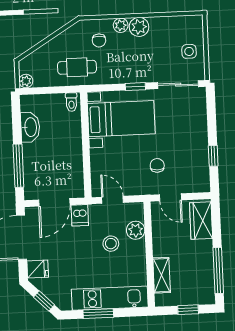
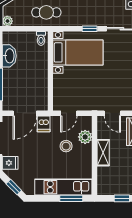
chair: (157, 165) -> (103, 89), removed
door: (113, 200) -> (69, 113), swing flipped
shelving: (162, 275) -> (103, 153), moved
window: (98, 314) -> (71, 198), moved

